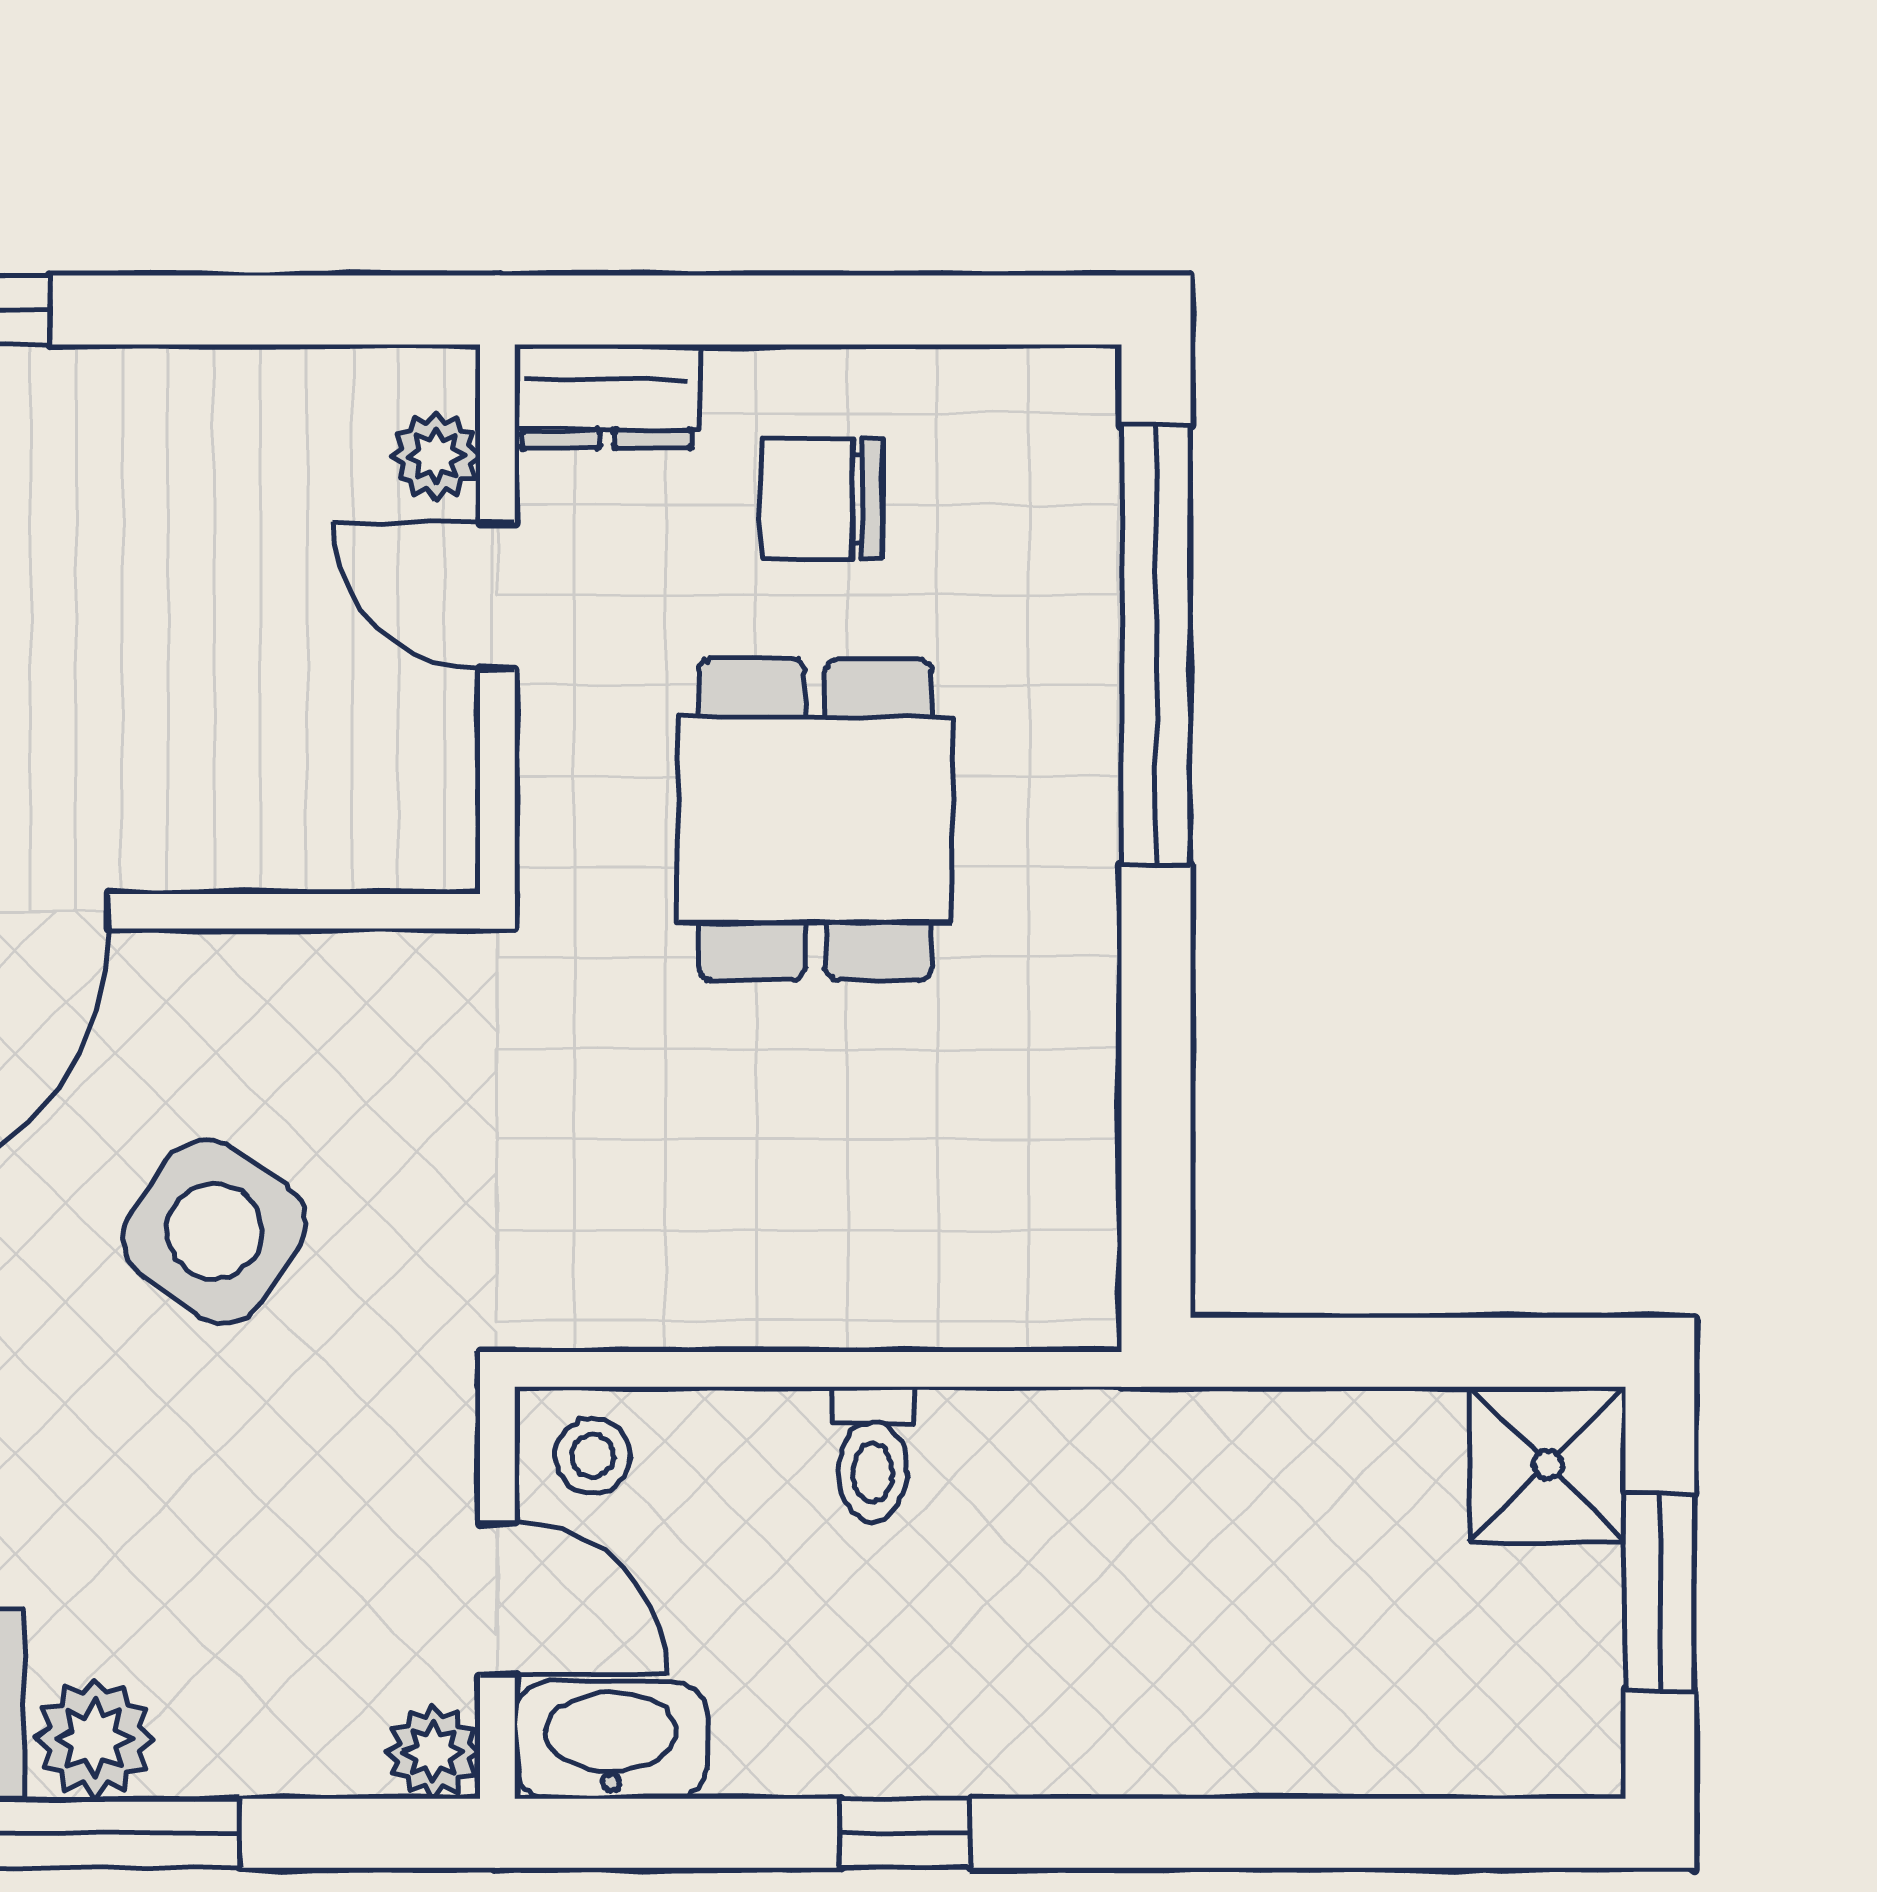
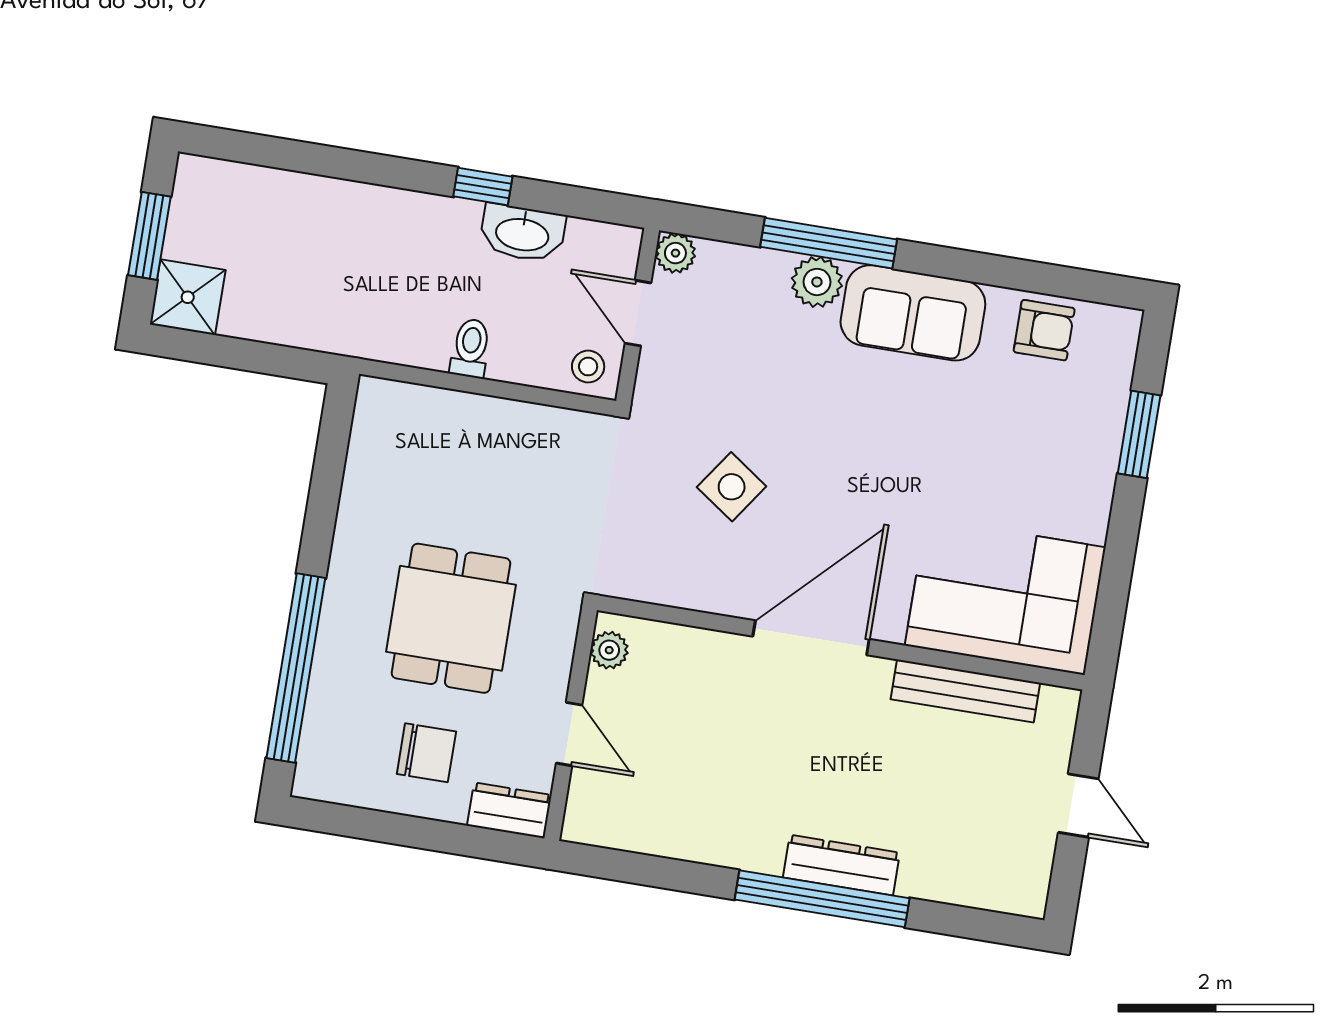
plant: (436, 456) -> (609, 650), moved
side table: (214, 1231) -> (732, 487), width x0.73, depth x0.73
washbasin: (611, 1740) -> (522, 233), moved

